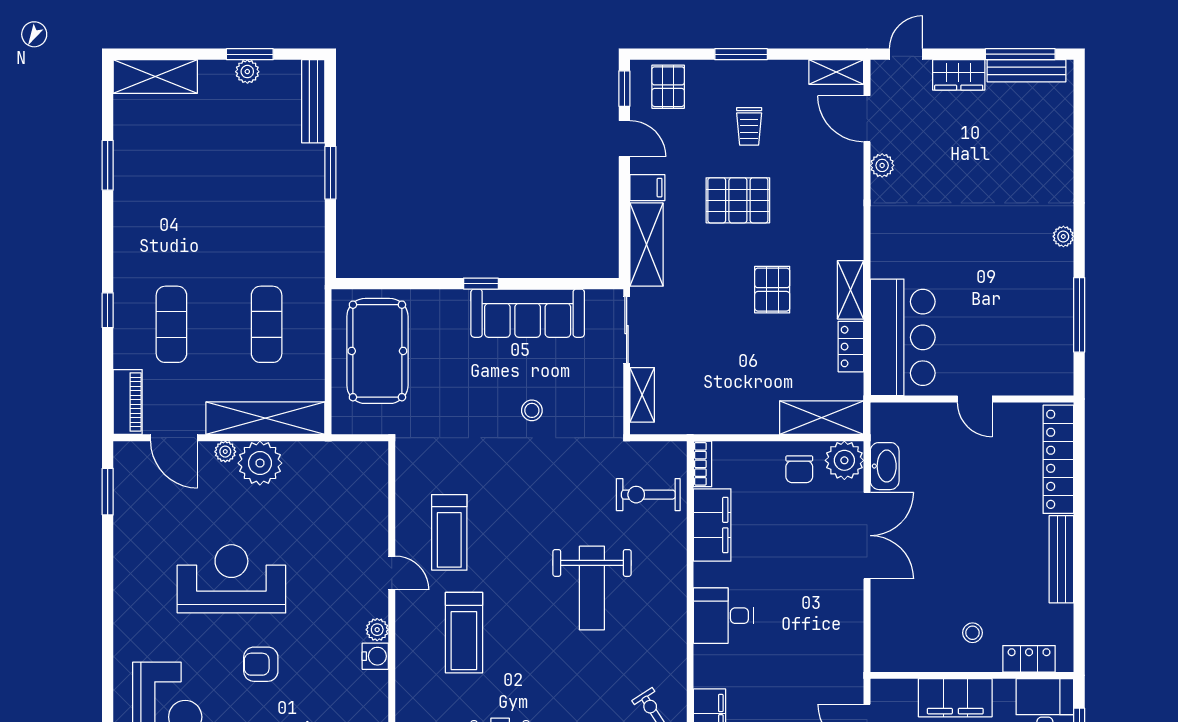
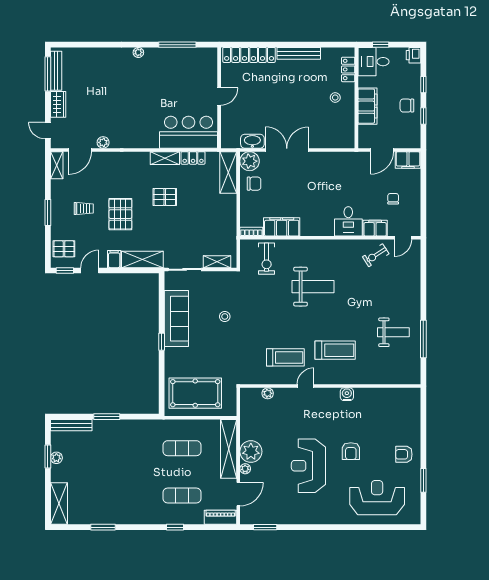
desk: (723, 616) -> (348, 221), moved
plant: (377, 630) -> (268, 393), moved

